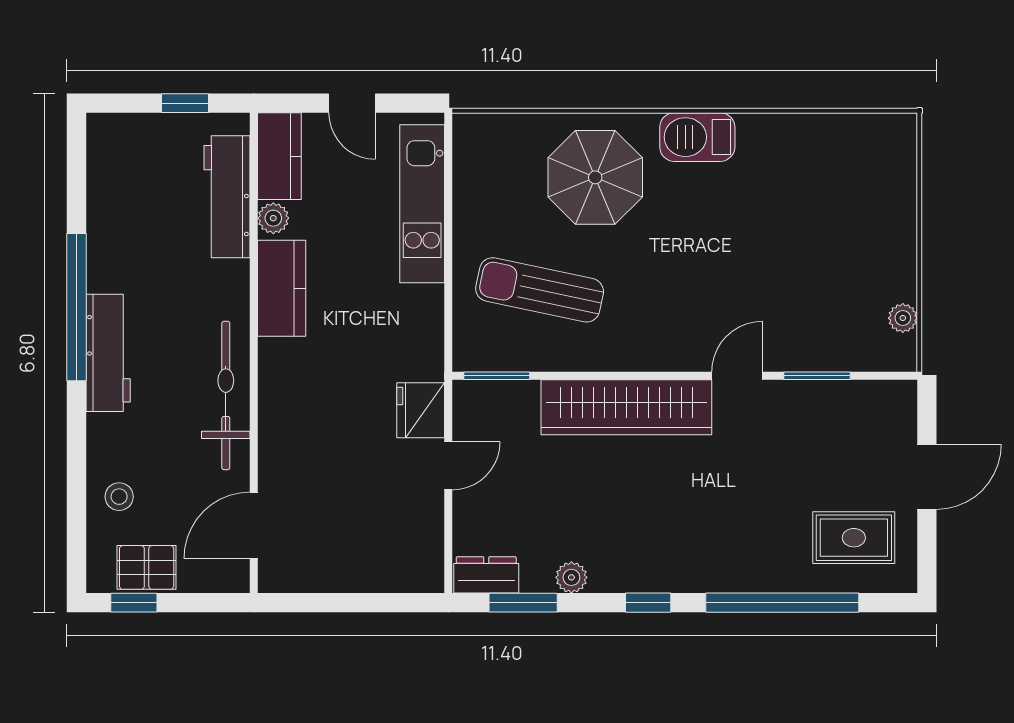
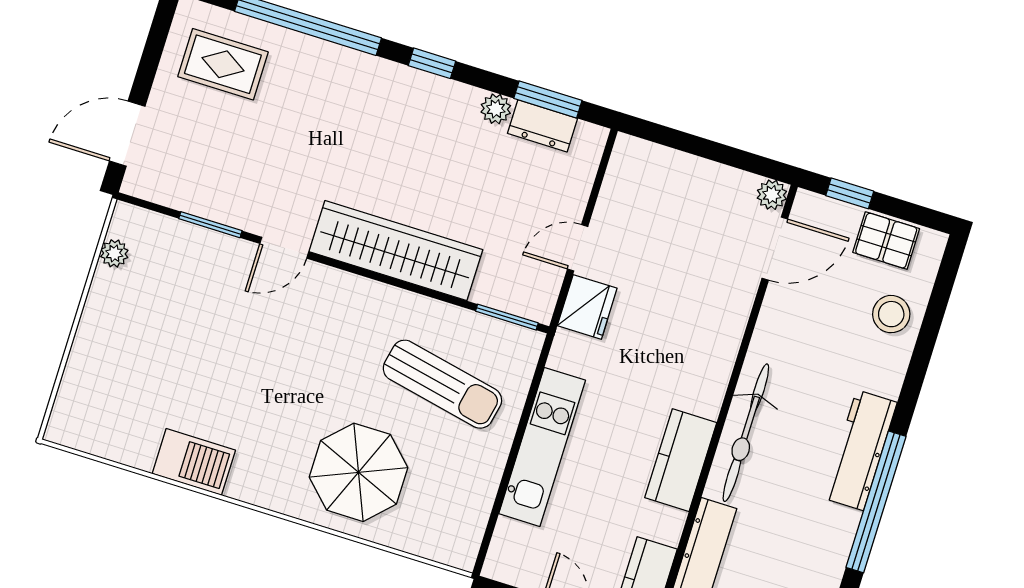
barbecue: (697, 137) -> (194, 462), moved
kitchen unit: (422, 204) -> (542, 447), moved
plant: (273, 218) -> (772, 195), moved
bicycle: (226, 395) -> (746, 433), moved
door: (927, 477) -> (127, 134), moved
stool: (119, 497) -> (891, 314), width x1.37, depth x1.37
dresser: (486, 575) -> (543, 126), moved
window: (134, 603) -> (850, 193), moved

